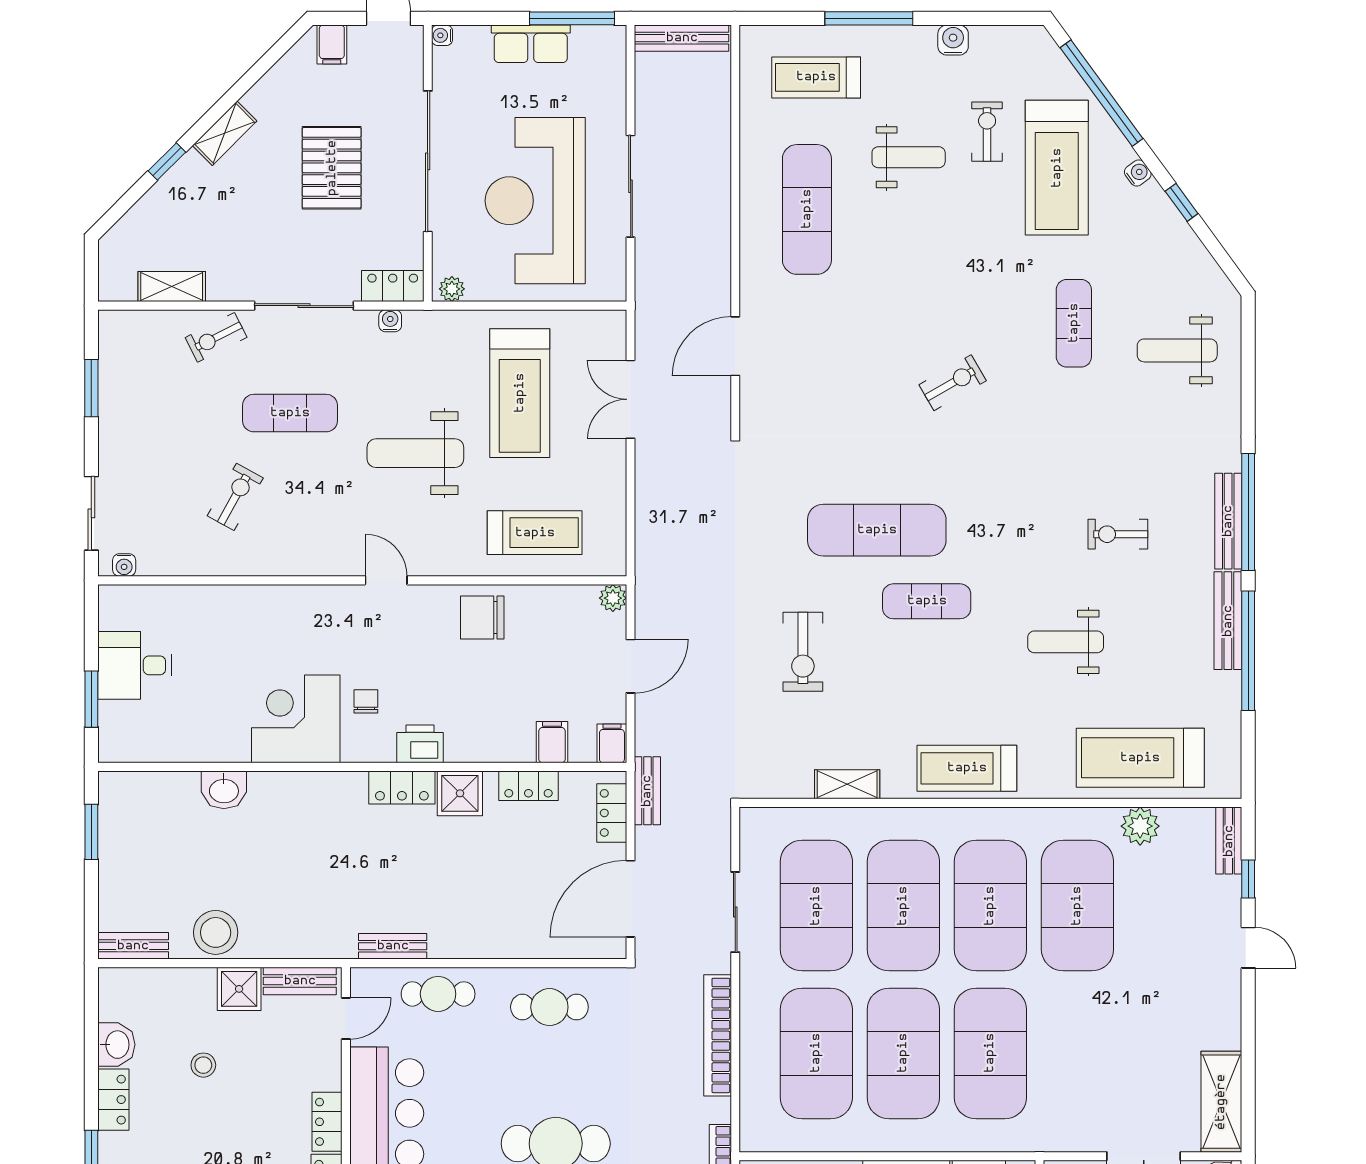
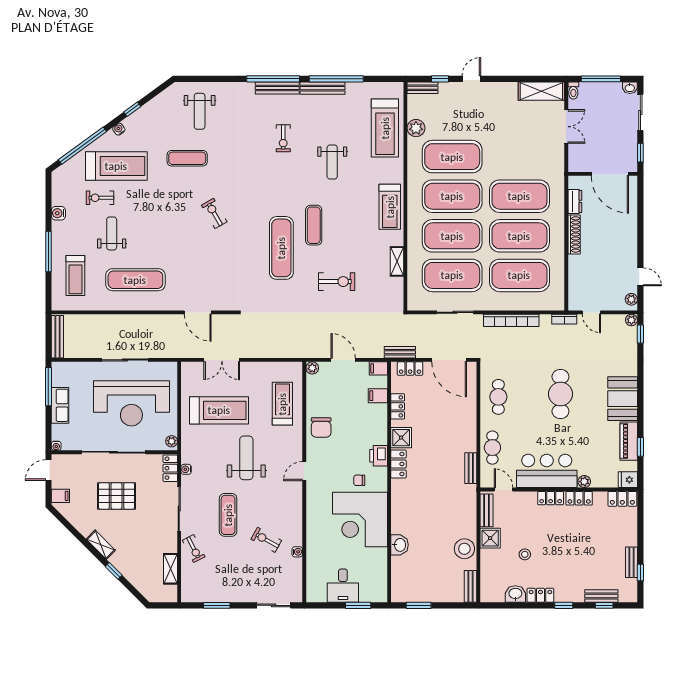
weight bench: (415, 453) -> (246, 458), turned 180
water cooler: (124, 565) -> (297, 552), moved
corner desk: (296, 719) -> (360, 520), width x1.36, depth x1.36

